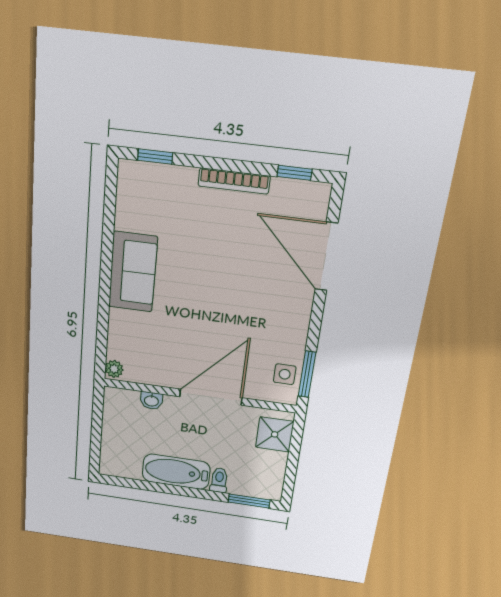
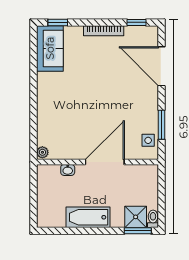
sofa: (133, 272) -> (50, 48), moved
window: (307, 374) -> (161, 125), moved
shower: (275, 434) -> (136, 217), moved
toilet: (219, 480) -> (153, 219), moved

